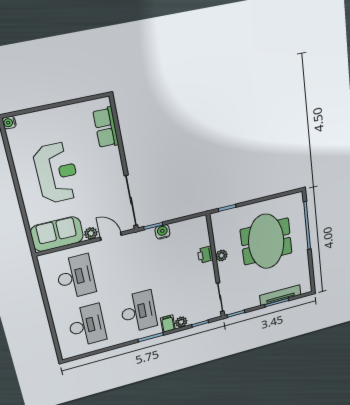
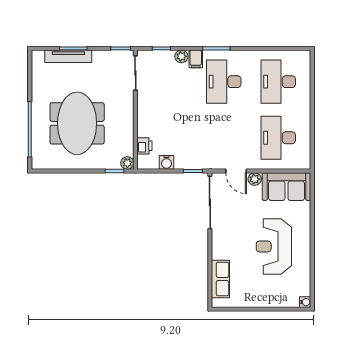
water cooler: (163, 232) -> (166, 162), moved
printer: (205, 255) -> (144, 146), moved
plant: (222, 255) -> (127, 163), moved

